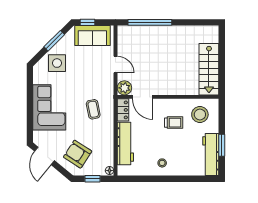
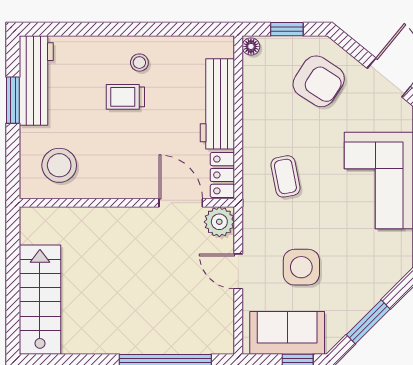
side table: (57, 63) -> (301, 267), moved
stairs: (209, 69) -> (40, 300), moved
trolley: (174, 123) -> (125, 97), moved

